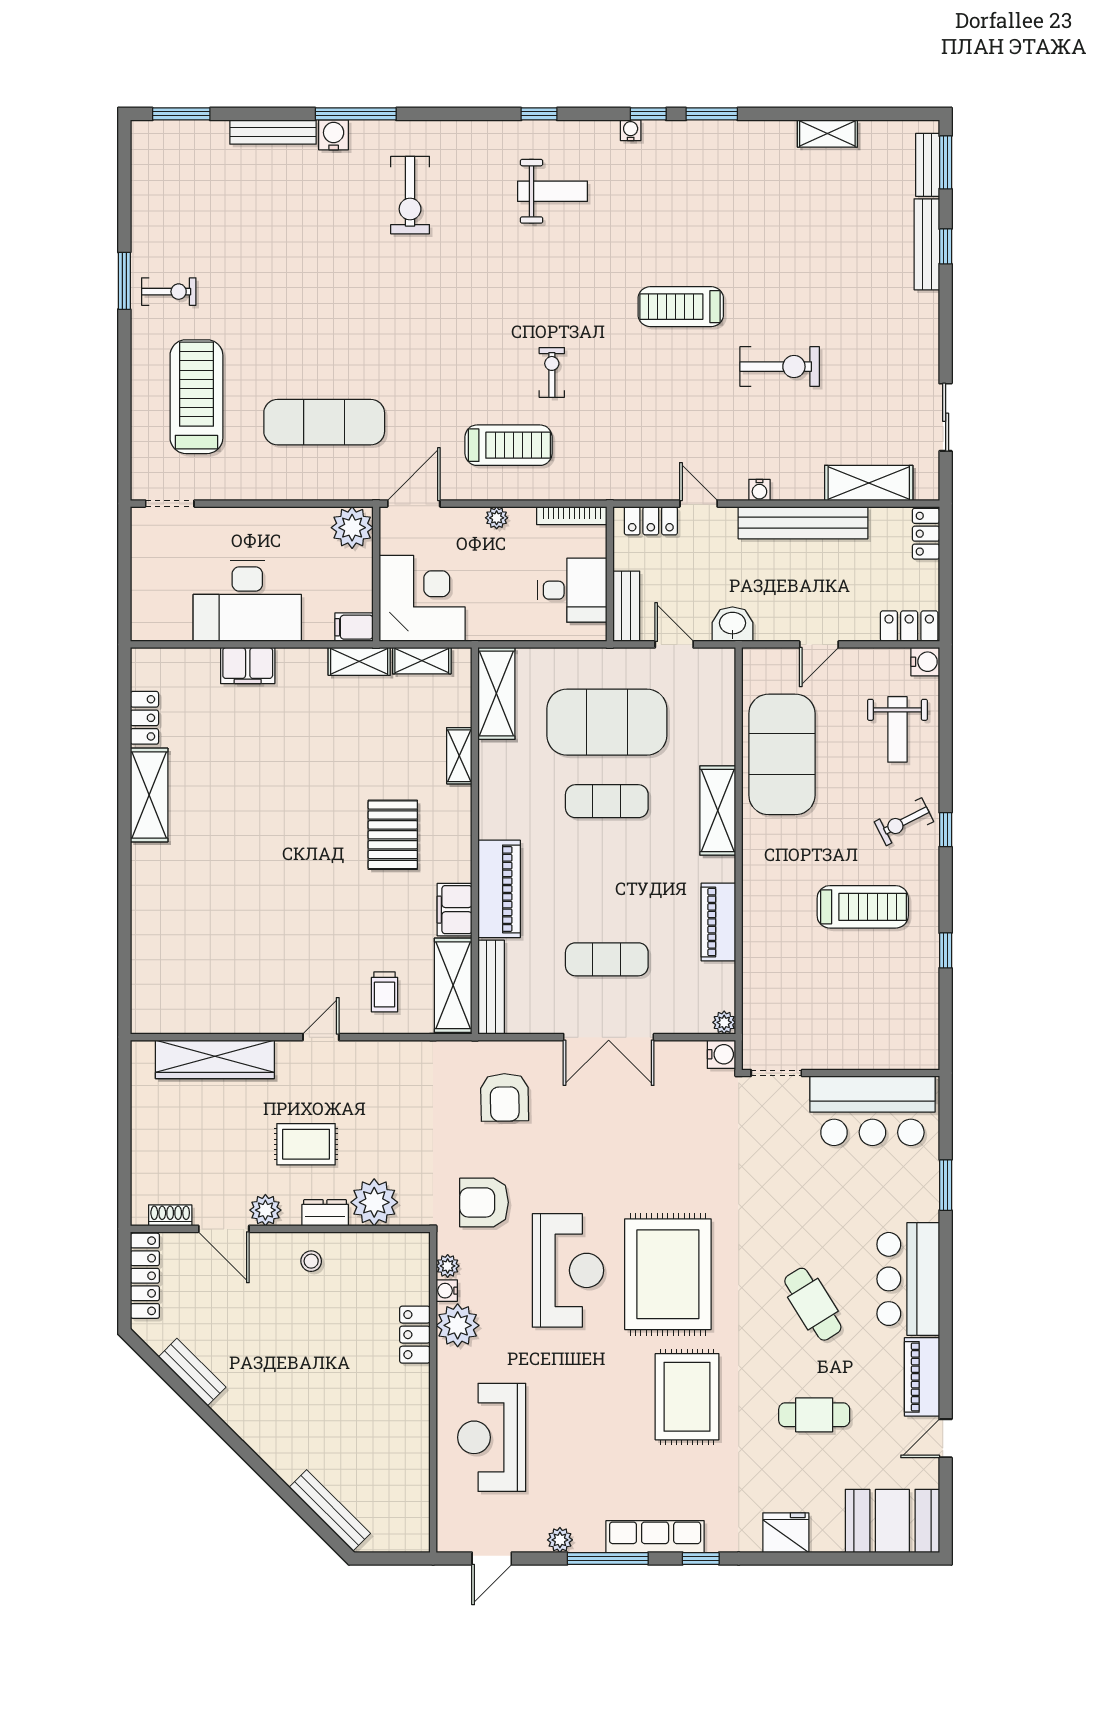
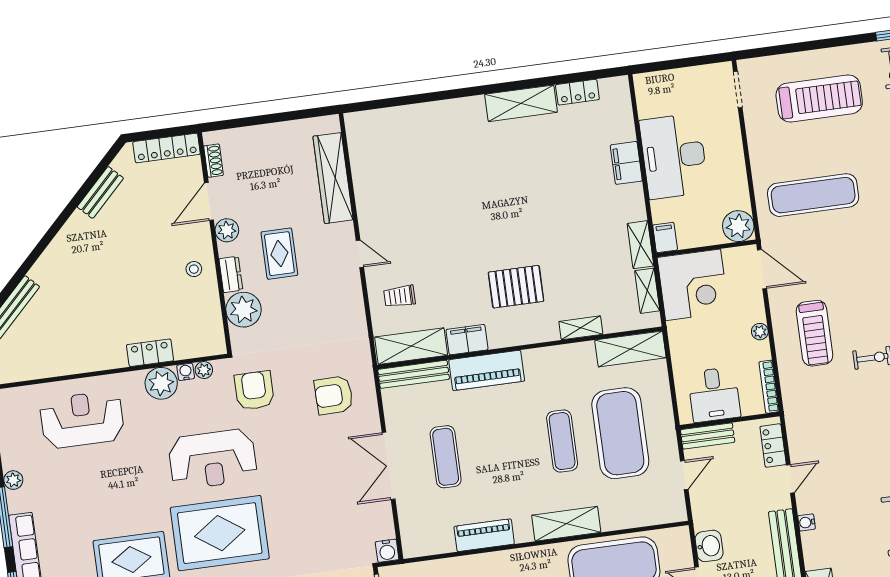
exercise mat: (324, 422) -> (813, 195), turned 90
washbasin: (732, 624) -> (709, 546), moved
plant: (724, 1022) -> (411, 549), removed

